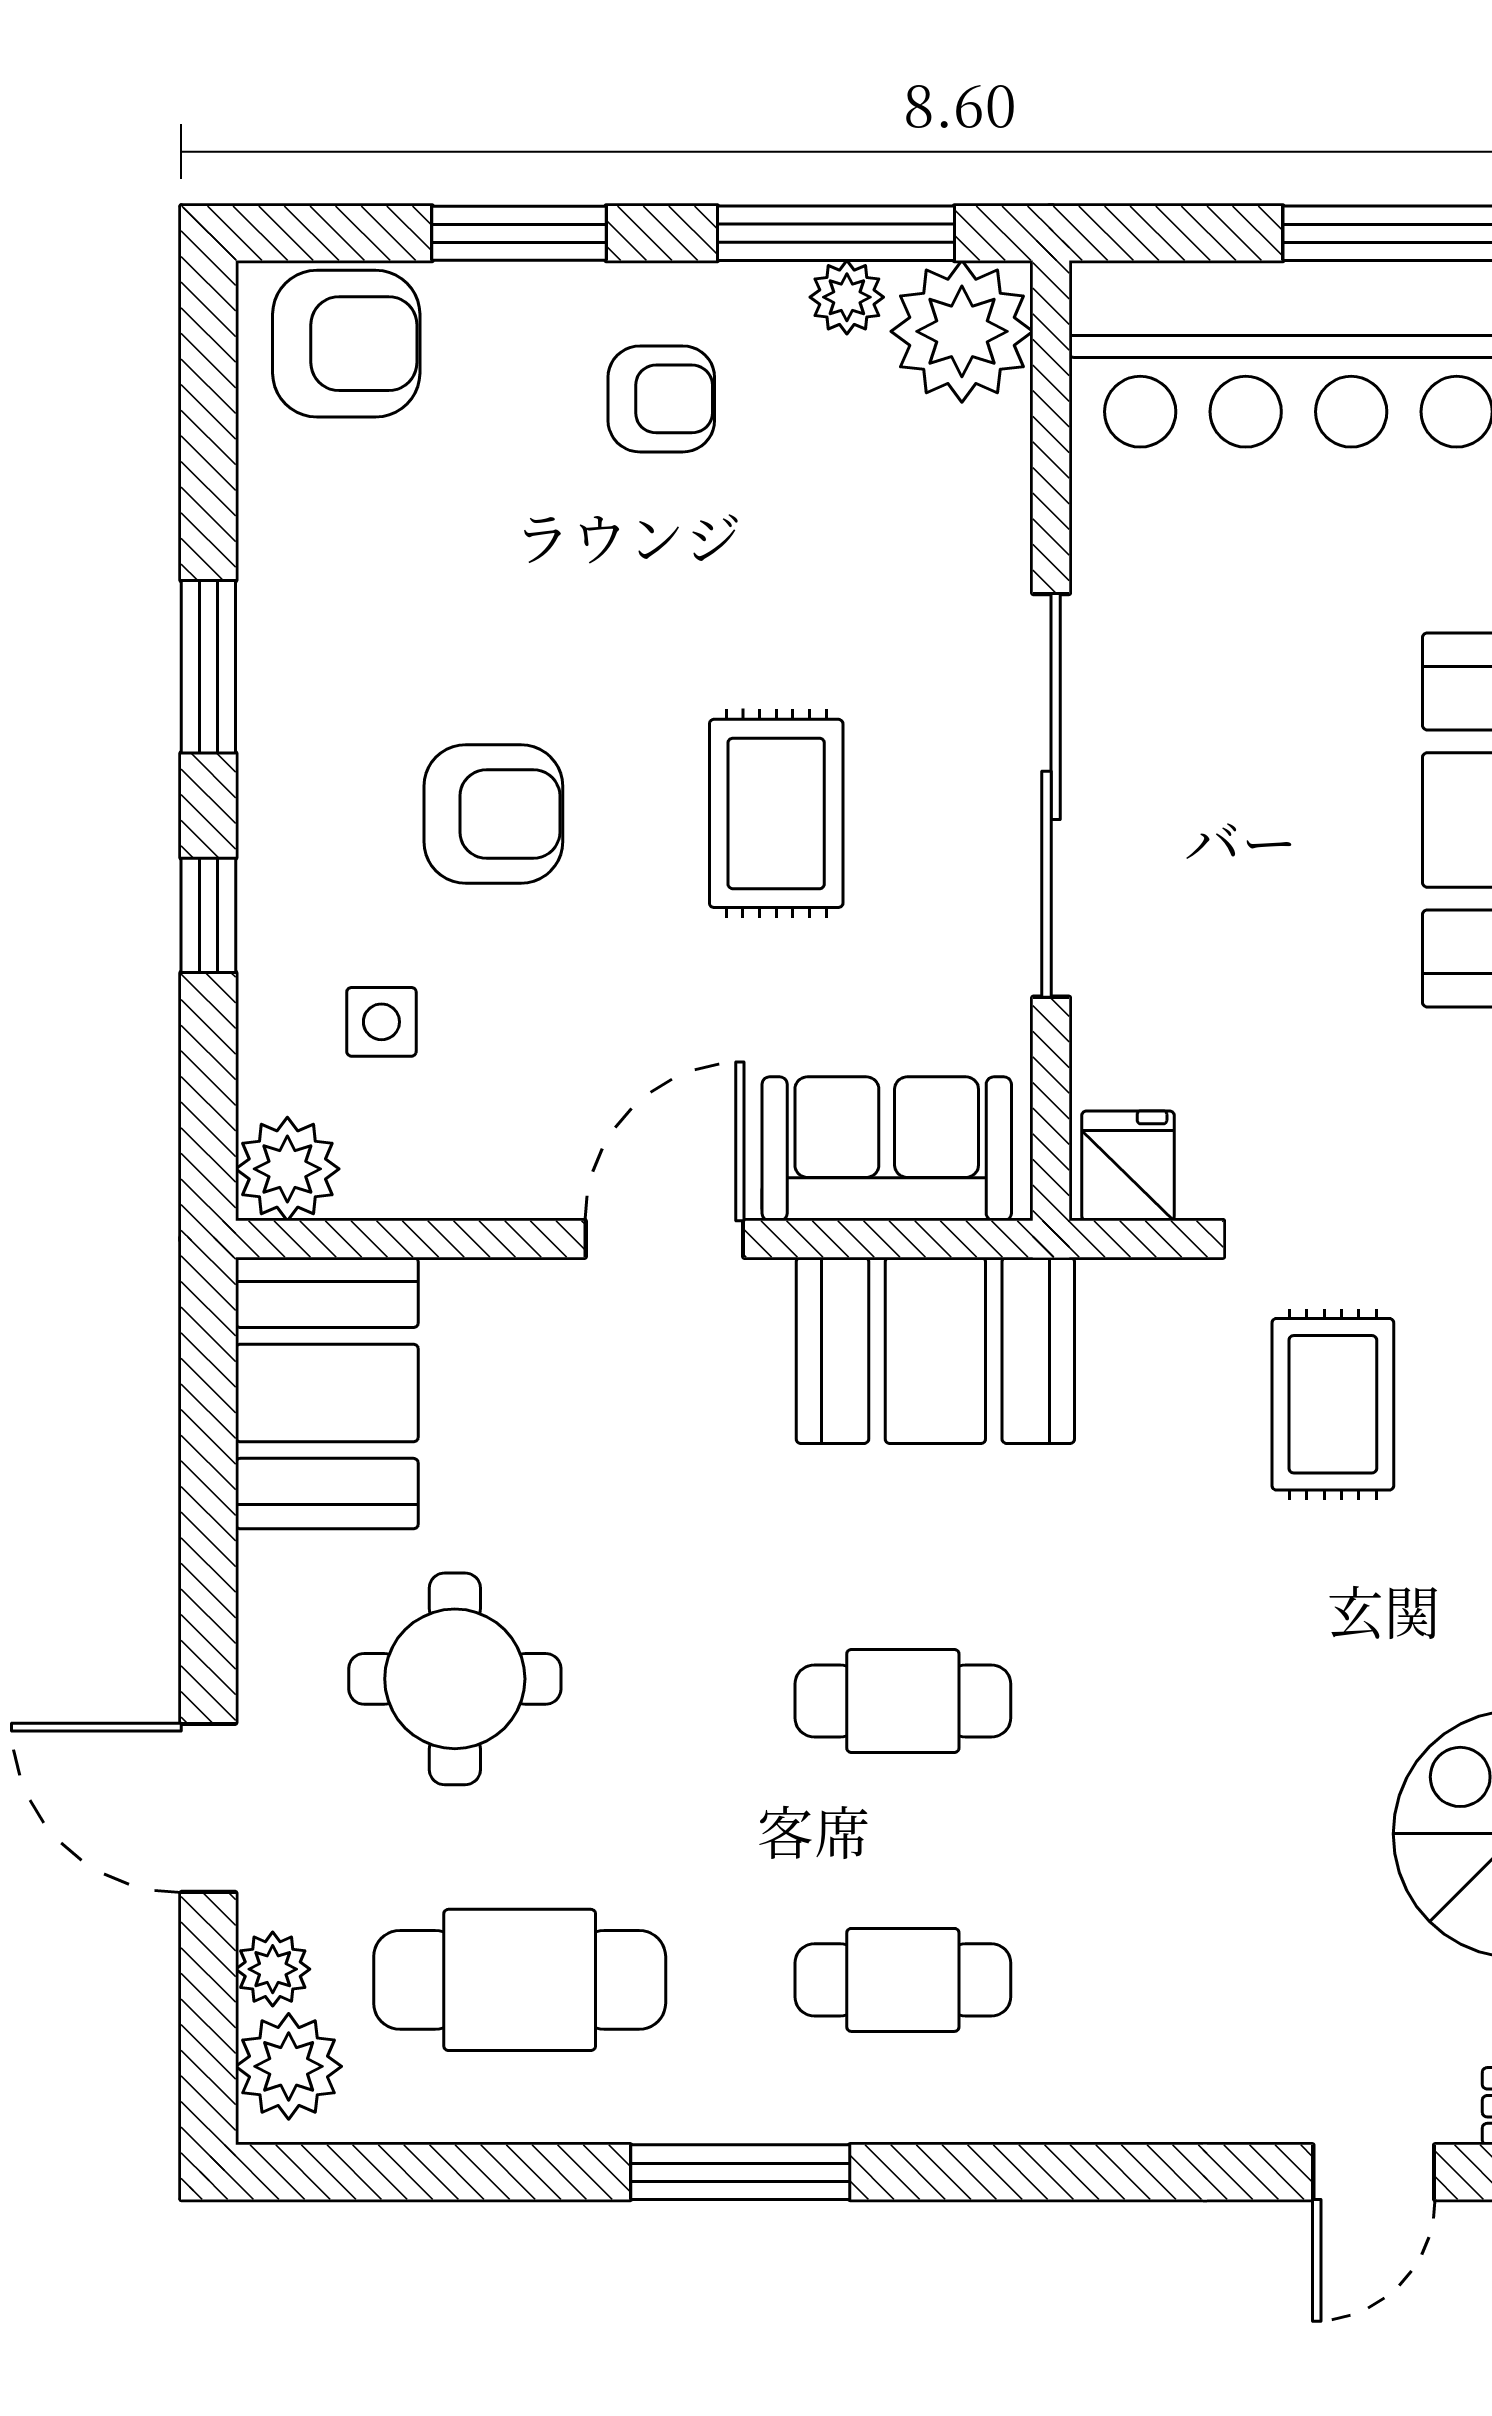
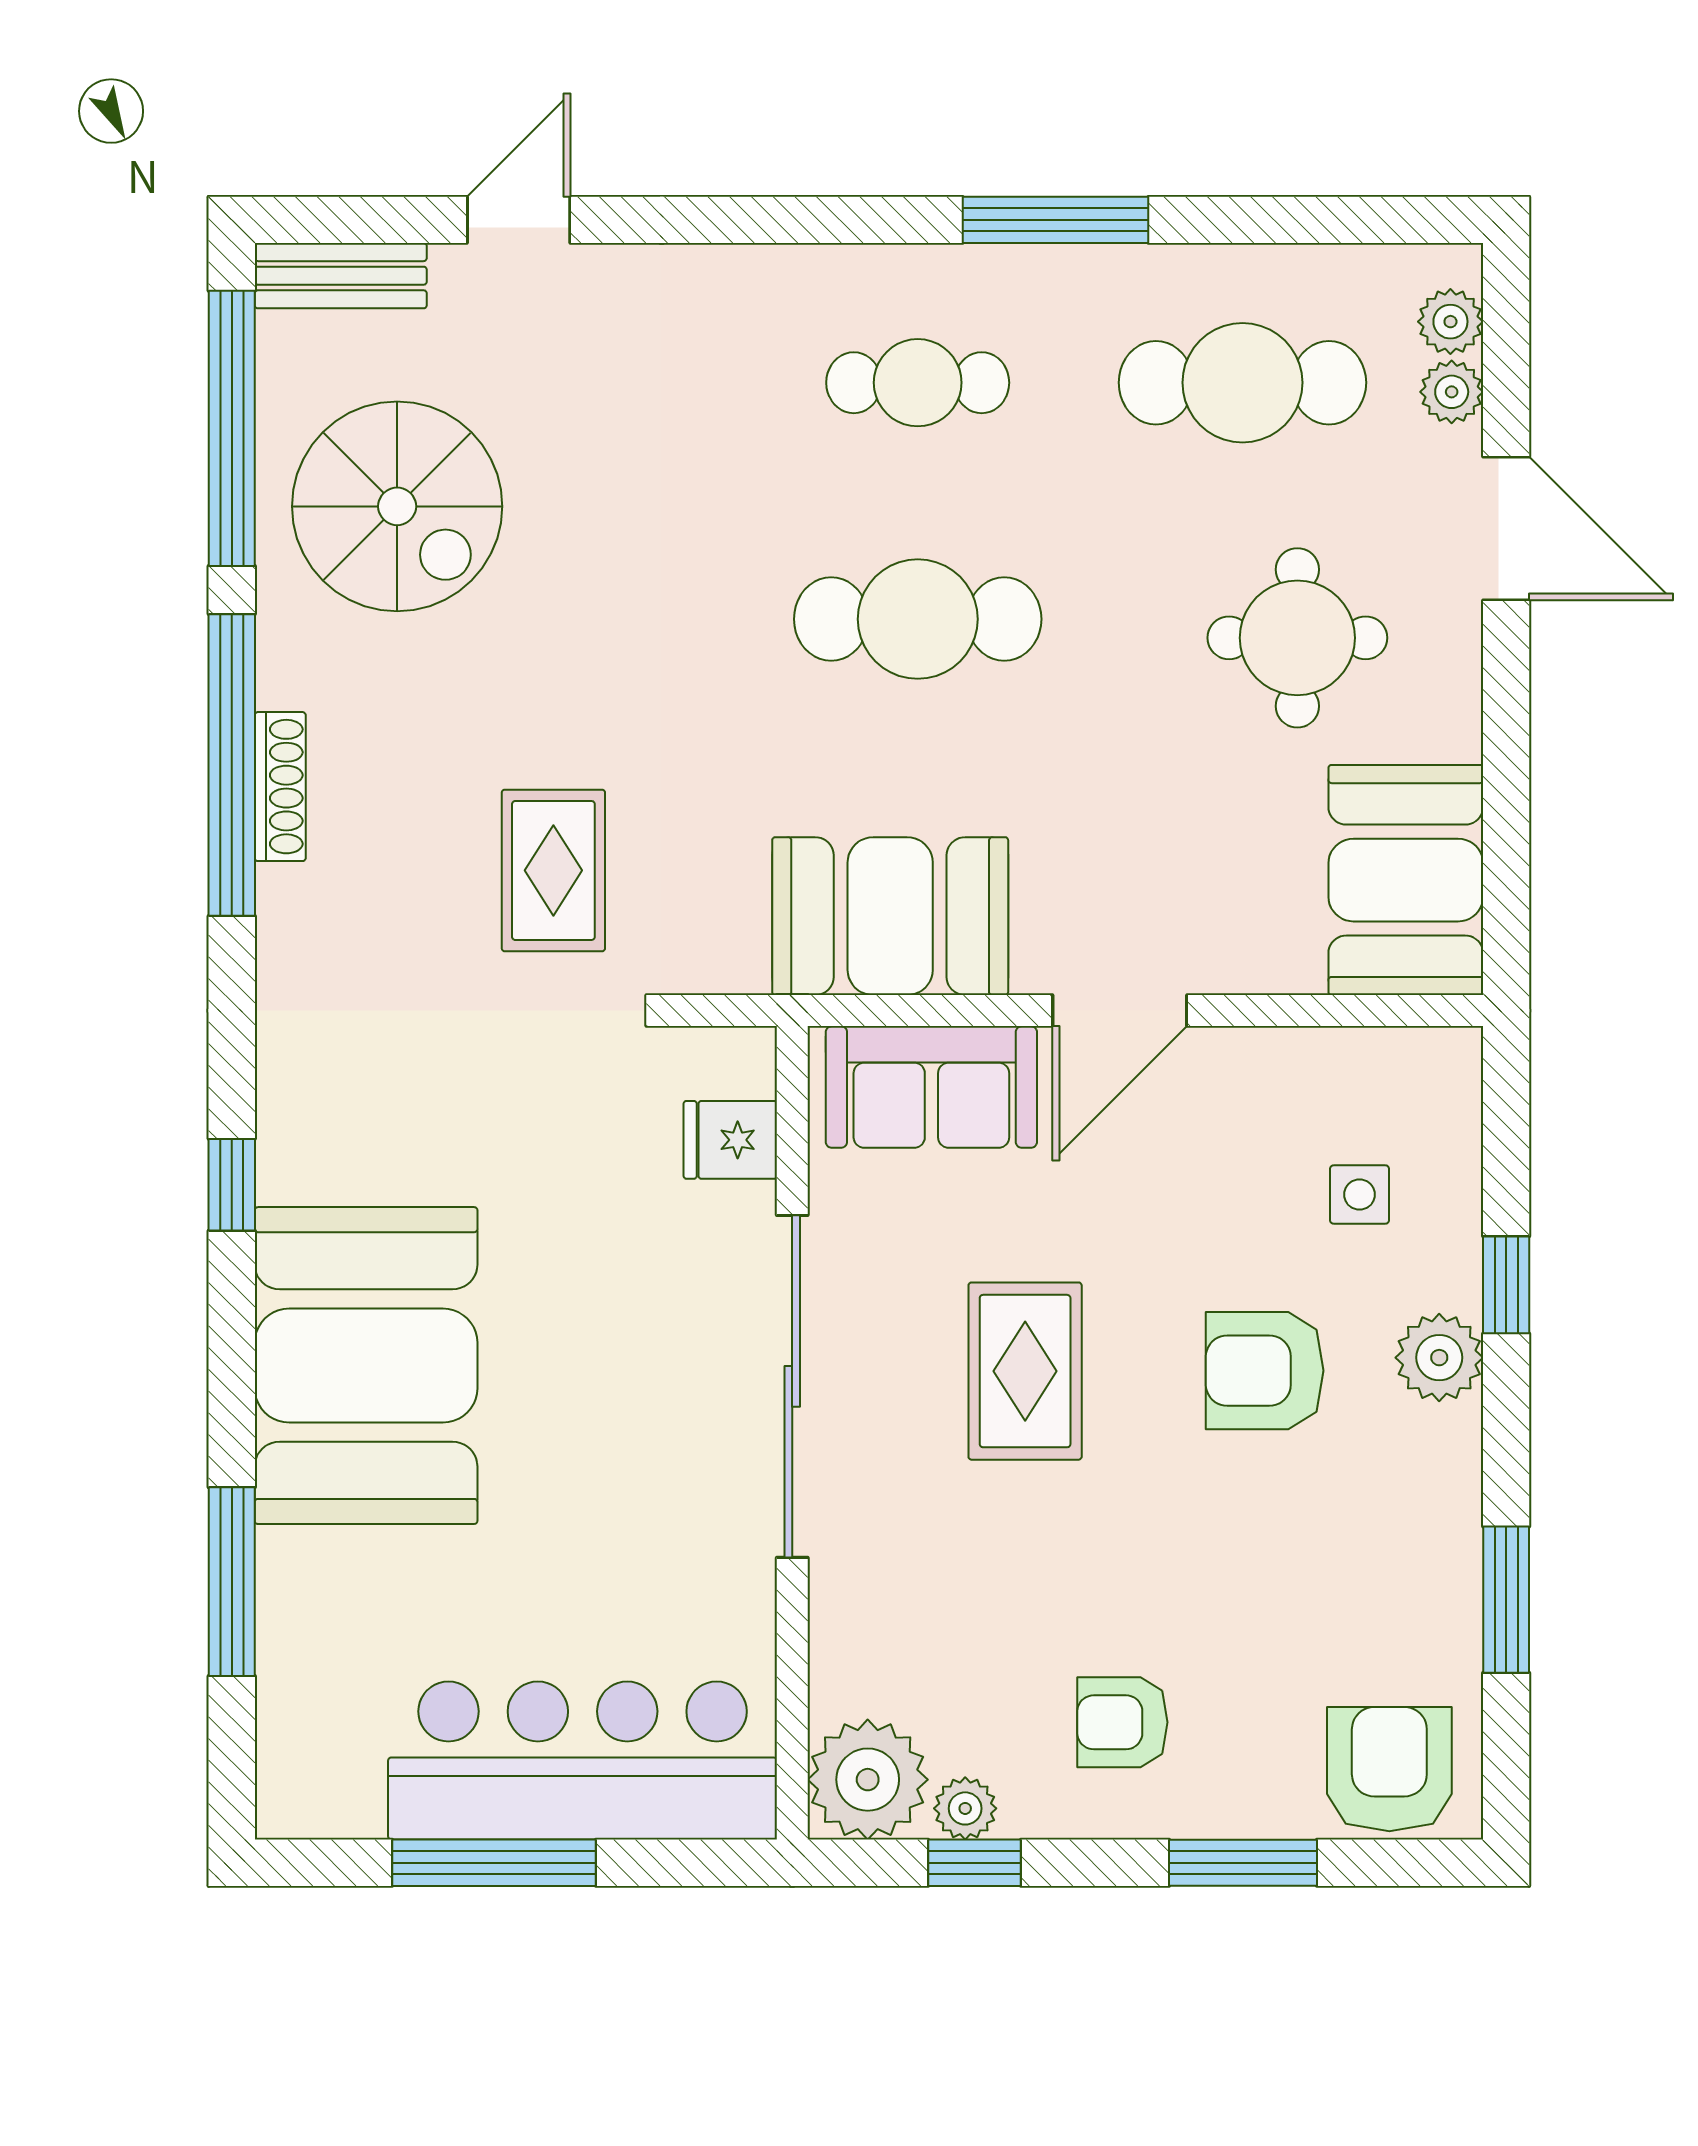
window: (836, 233) -> (974, 1863), width x0.46
armchair: (346, 344) -> (1389, 1769), turned 90
window: (208, 667) -> (1506, 1600), moved
fridge: (1128, 1166) -> (730, 1140), moved, turned 90
plant: (287, 1169) -> (1439, 1358), moved
cafe table: (903, 1701) -> (918, 619), width x1.37, depth x1.35
plant: (289, 2066) -> (1450, 322), width x0.73, depth x0.73

